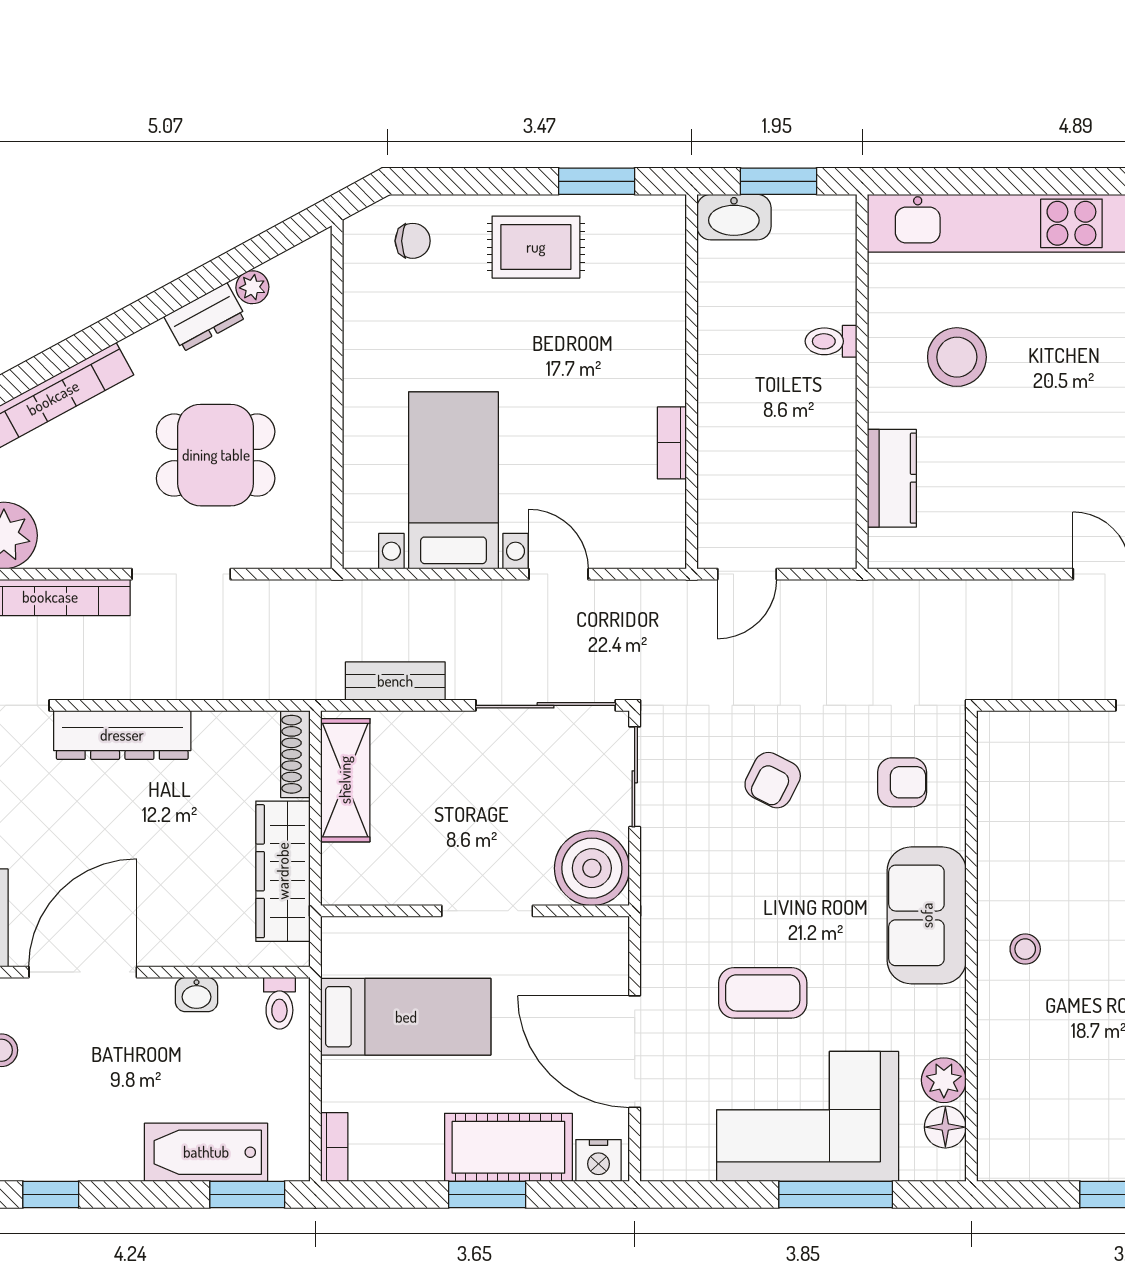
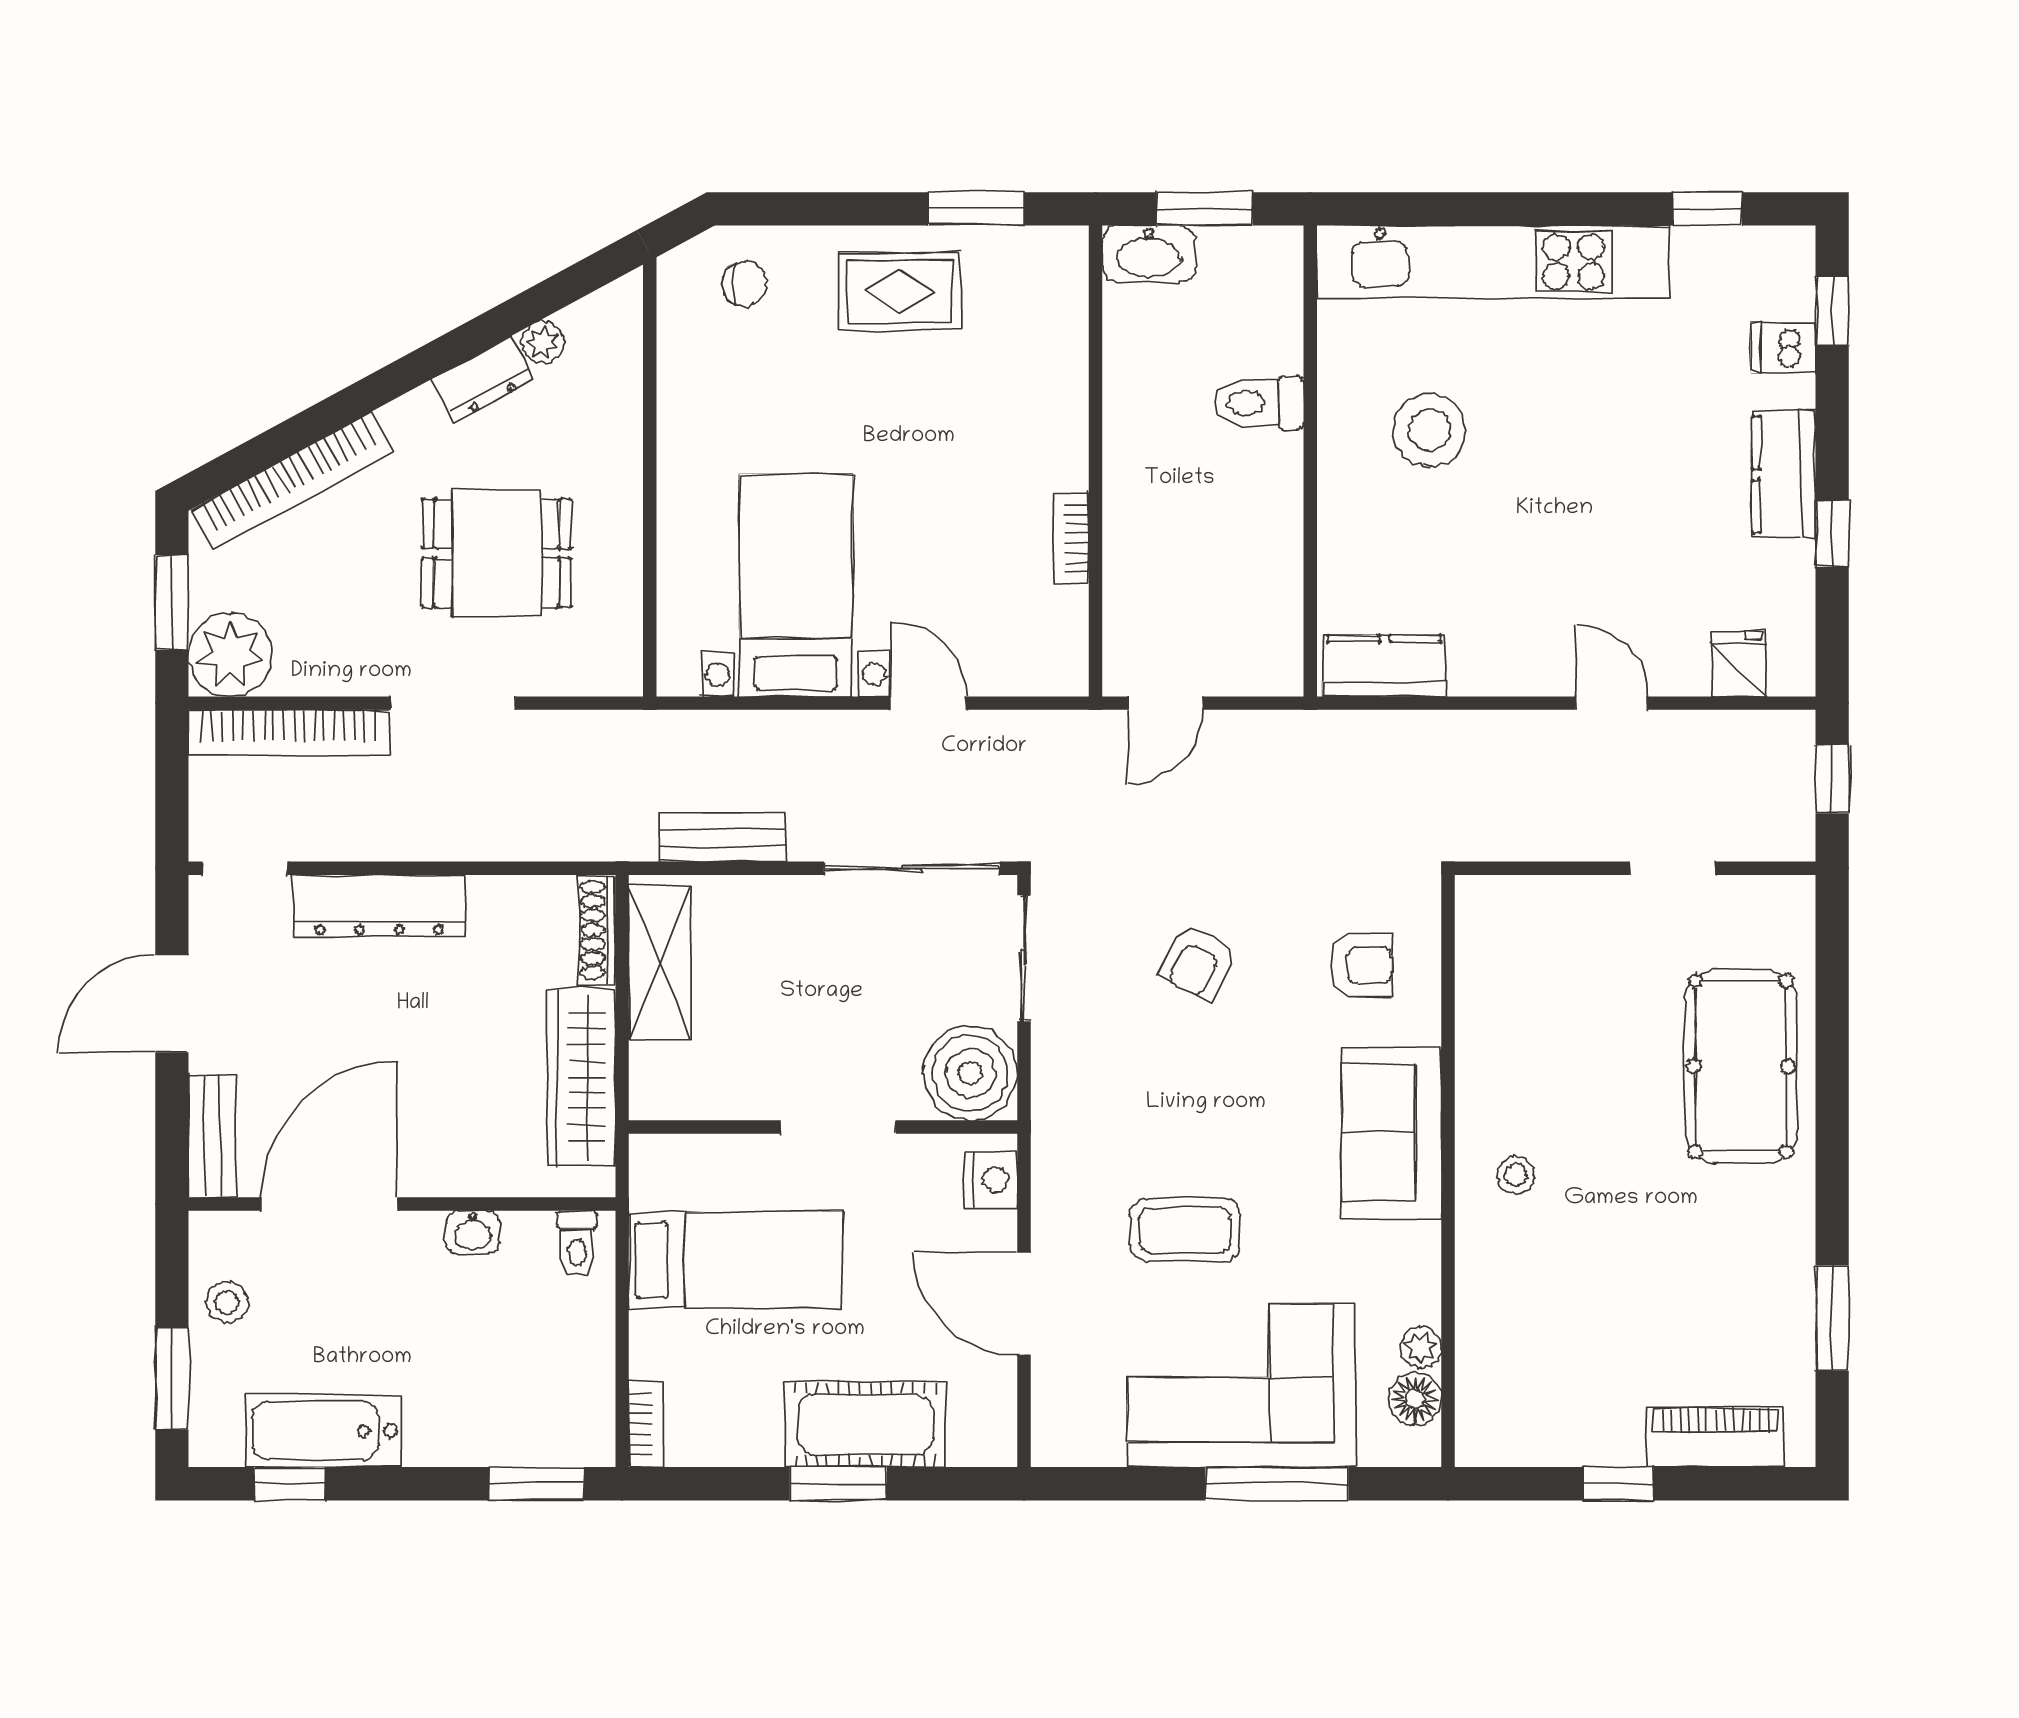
toilet: (831, 341) -> (1259, 403), width x1.37, depth x1.39
kitchen counter: (892, 478) -> (1384, 666), moved, turned -90
door: (635, 1052) -> (1024, 1304), width x0.73
plant: (944, 1080) -> (1421, 1348), width x0.73, depth x0.73
bathtub: (206, 1152) -> (324, 1431), moved
nightstand: (598, 1160) -> (991, 1179), moved, turned -90

